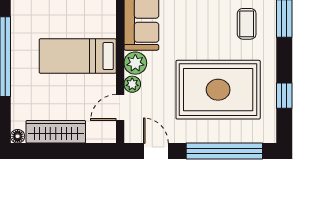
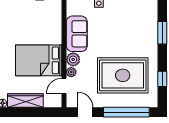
coffee table: (247, 24) -> (140, 36), removed
bed: (78, 56) -> (39, 60), width x1.50

